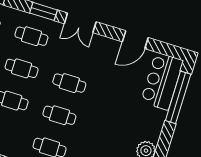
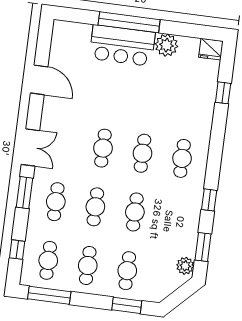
bar counter: (162, 81) -> (122, 45), moved
window: (178, 97) -> (129, 22), moved

